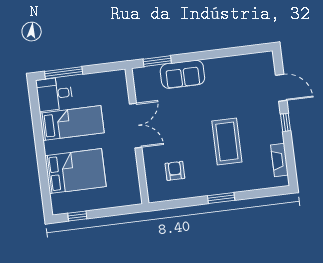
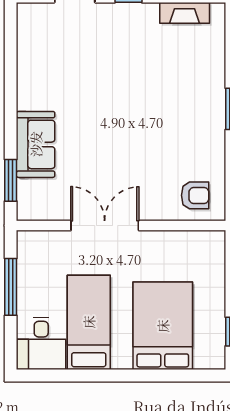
window: (64, 73) -> (11, 287), moved
coffee table: (227, 142) -> (146, 89), removed
armchair: (175, 171) -> (195, 195), moved, turned 180

